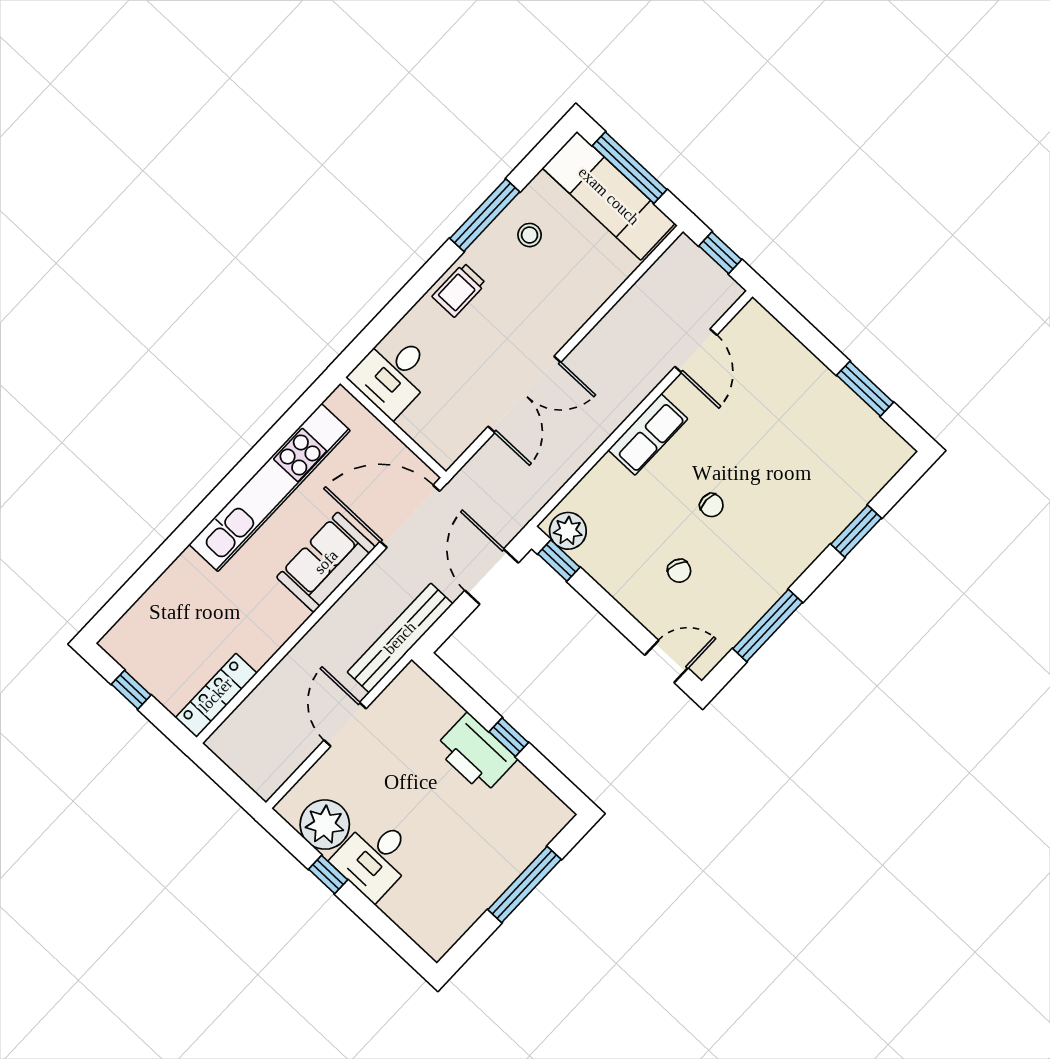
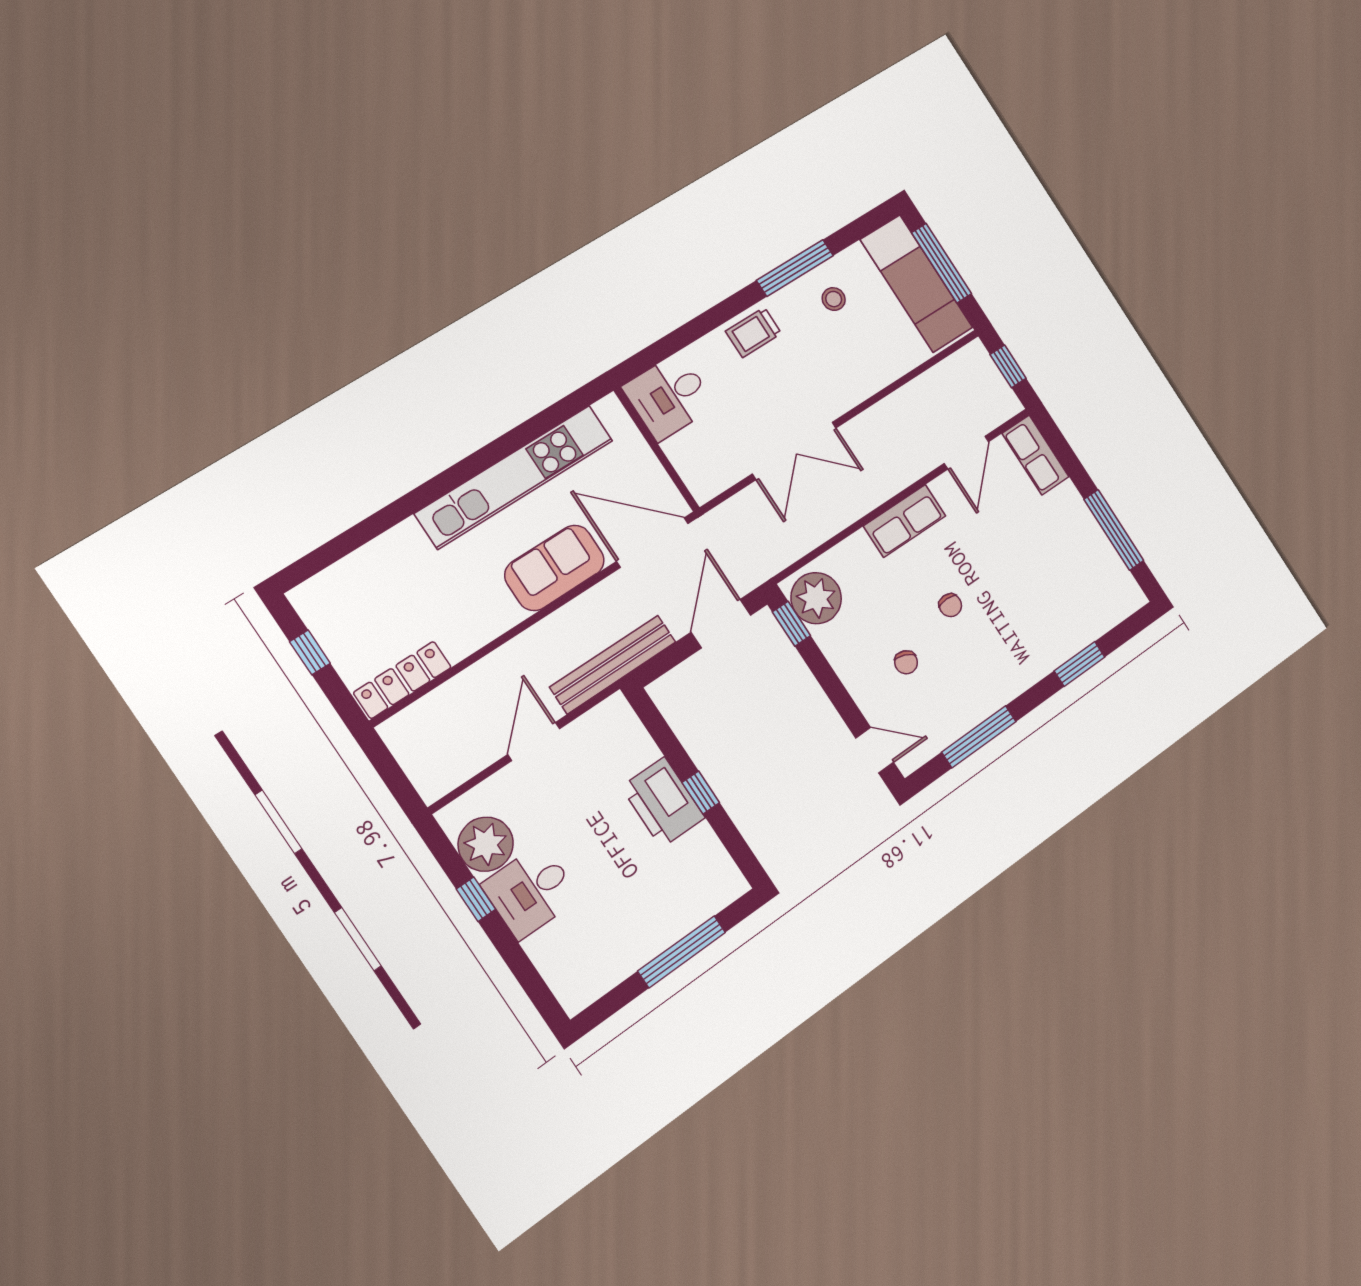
row of seats: (767, 335) -> (1036, 455), added
window: (865, 389) -> (1114, 530), width x1.44
plant: (568, 531) -> (816, 598), width x1.36, depth x1.36

